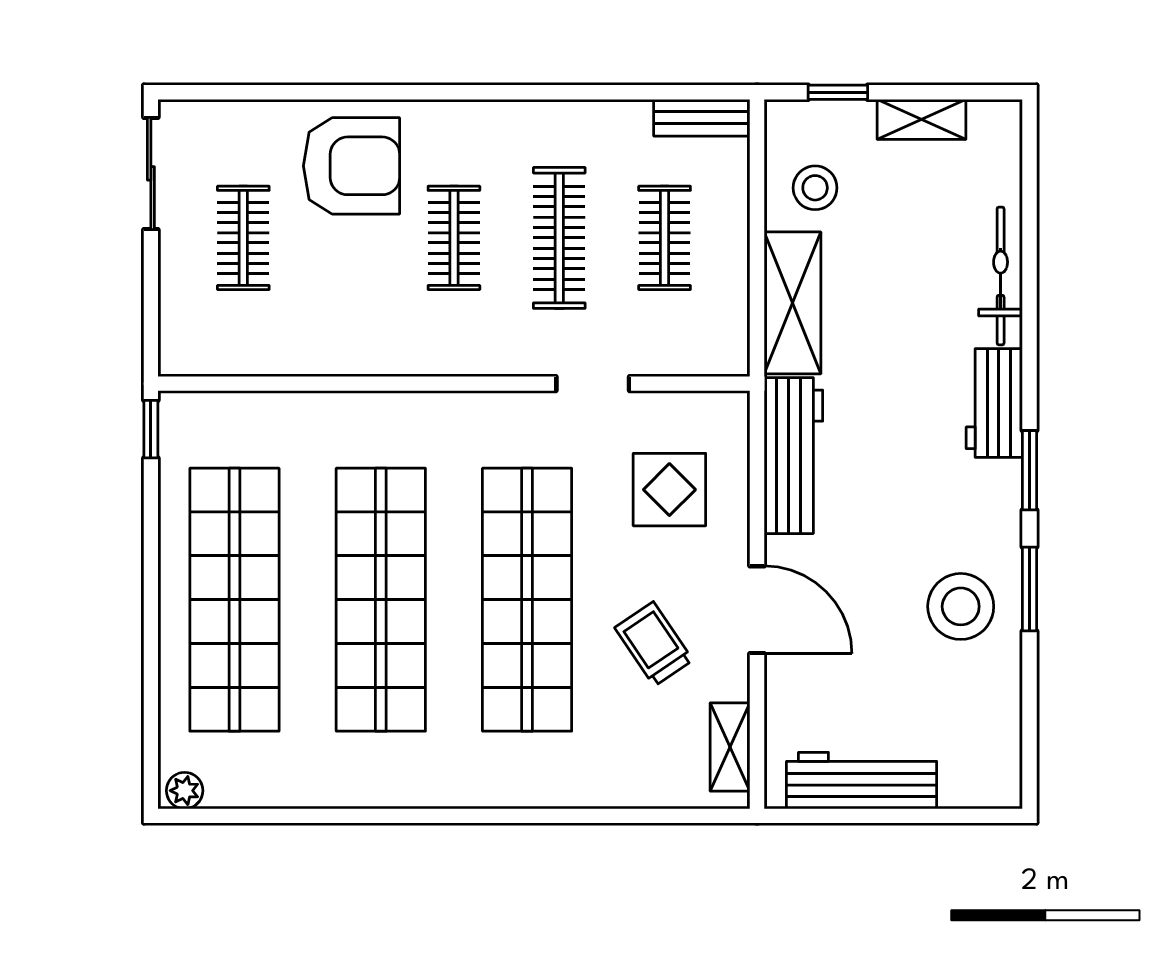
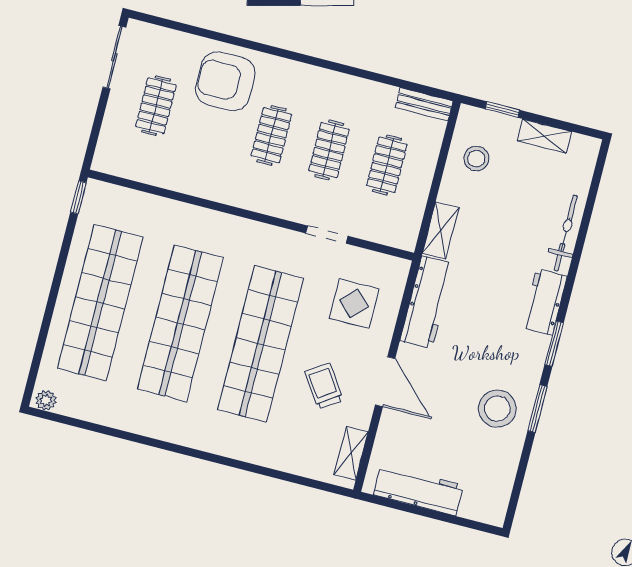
armchair: (351, 166) -> (225, 81), turned 180
clothes rail: (559, 238) -> (329, 150), width x0.73
shelving: (792, 303) -> (441, 230), width x0.67, depth x0.75

